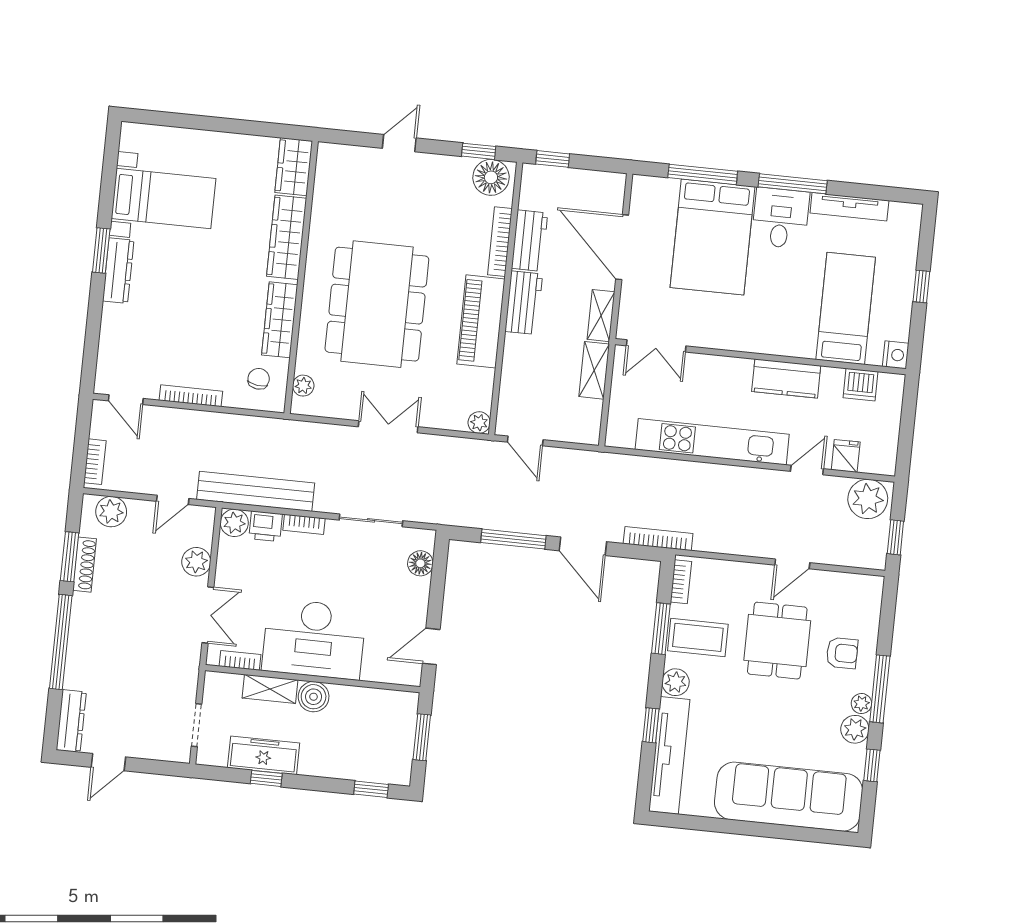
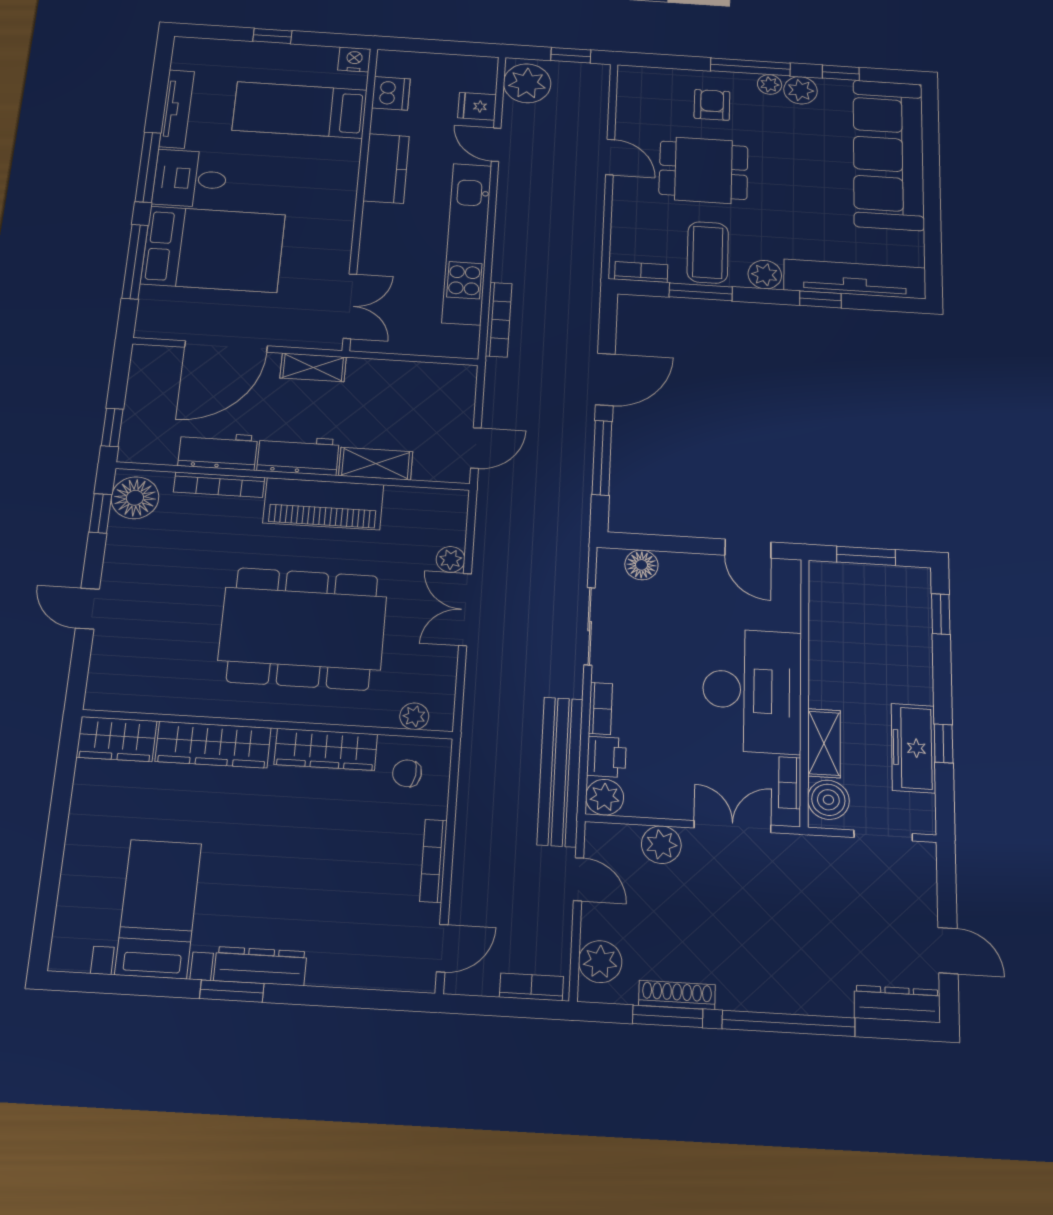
shelving: (594, 370) -> (376, 464), moved
plant: (479, 423) -> (451, 559), moved
bookcase: (658, 539) -> (499, 320), moved, turned 180
boiler: (314, 697) -> (828, 800), moved

